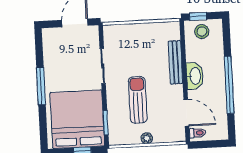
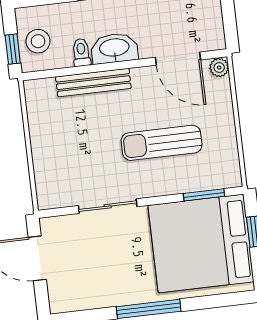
door: (186, 113) -> (178, 59), swing flipped
toilet: (198, 133) -> (81, 52), moved
plant: (147, 138) -> (219, 68), moved

